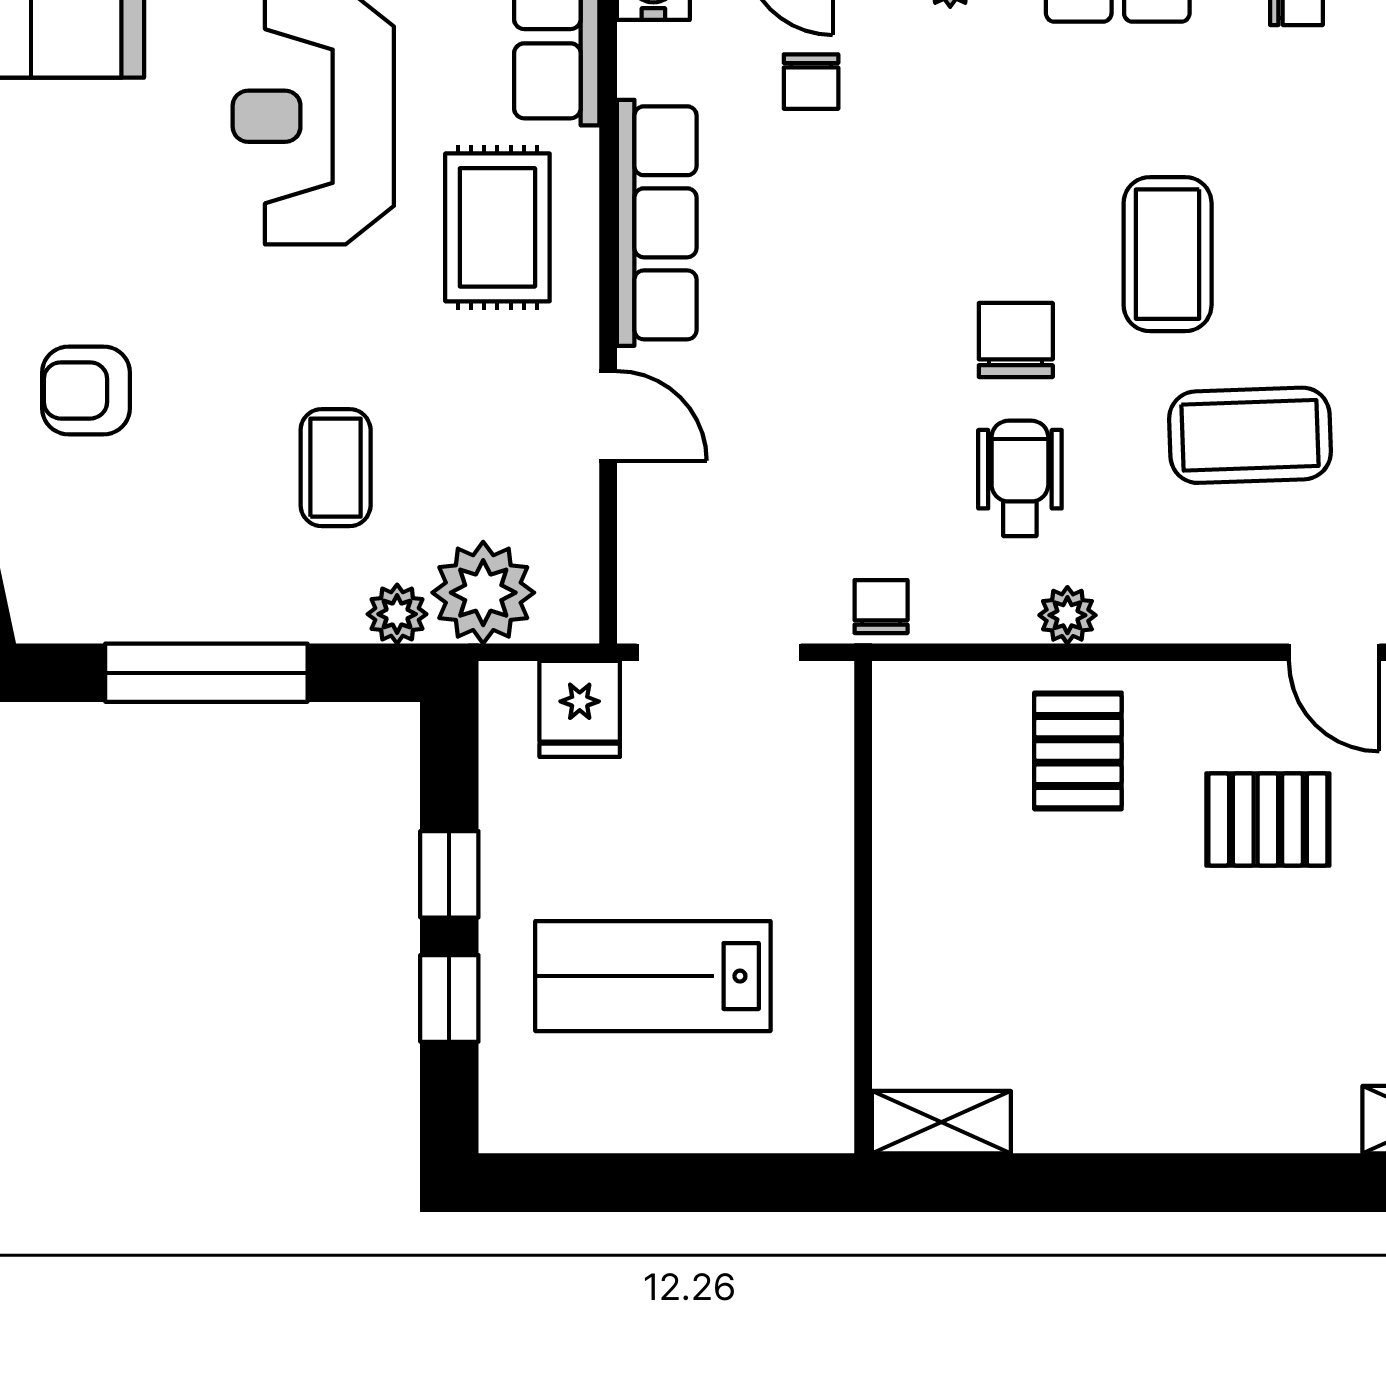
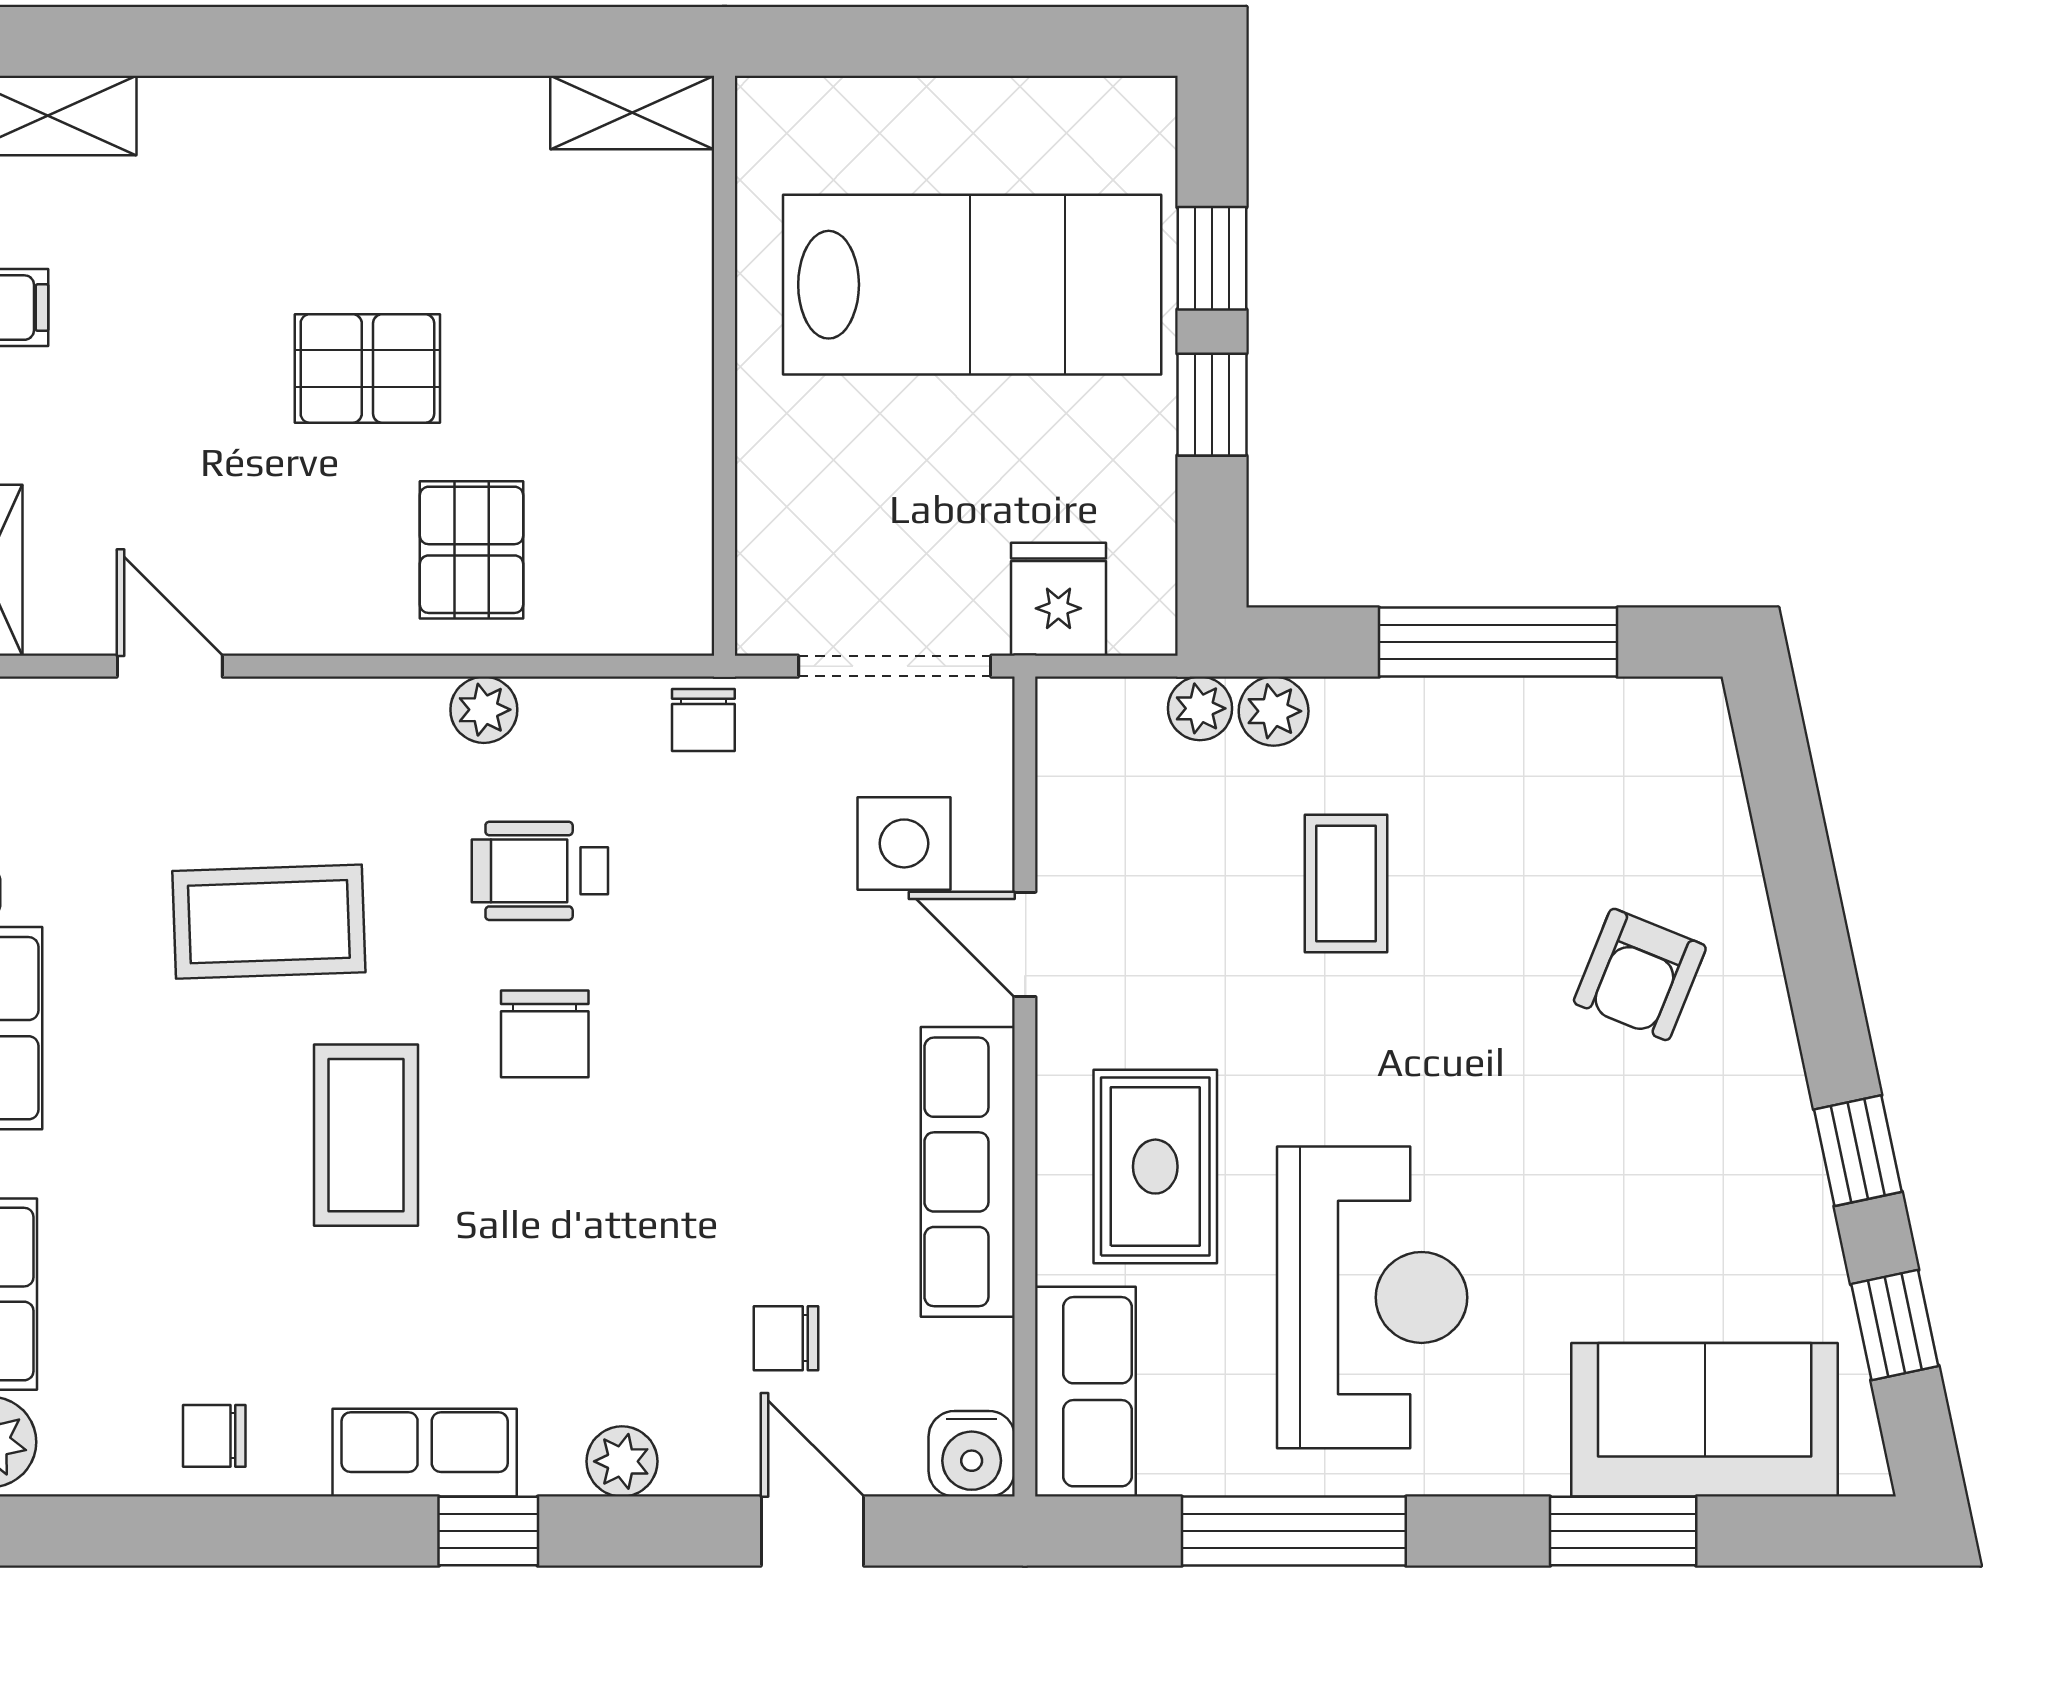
chair: (811, 82) -> (786, 1338), turned -90
armchair: (86, 390) -> (1640, 974), turned 112
wheelchair: (1020, 478) -> (540, 871), turned 90
side table: (711, 502) -> (904, 843), added
plant: (483, 593) -> (1200, 708), width x0.53, depth x0.53
pallet: (1268, 819) -> (367, 368), moved
lab bench: (653, 976) -> (972, 285), width x1.36, depth x1.39

